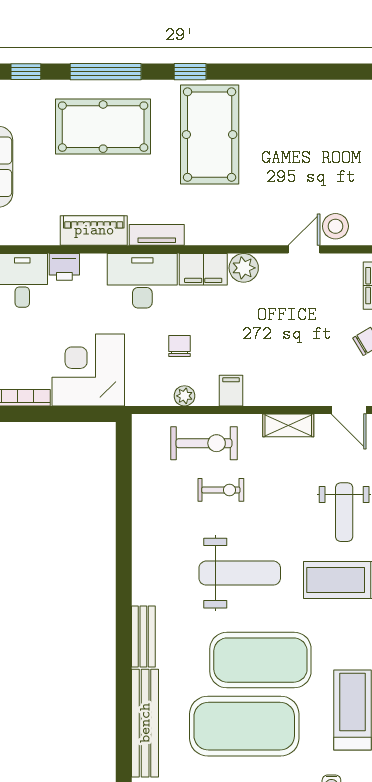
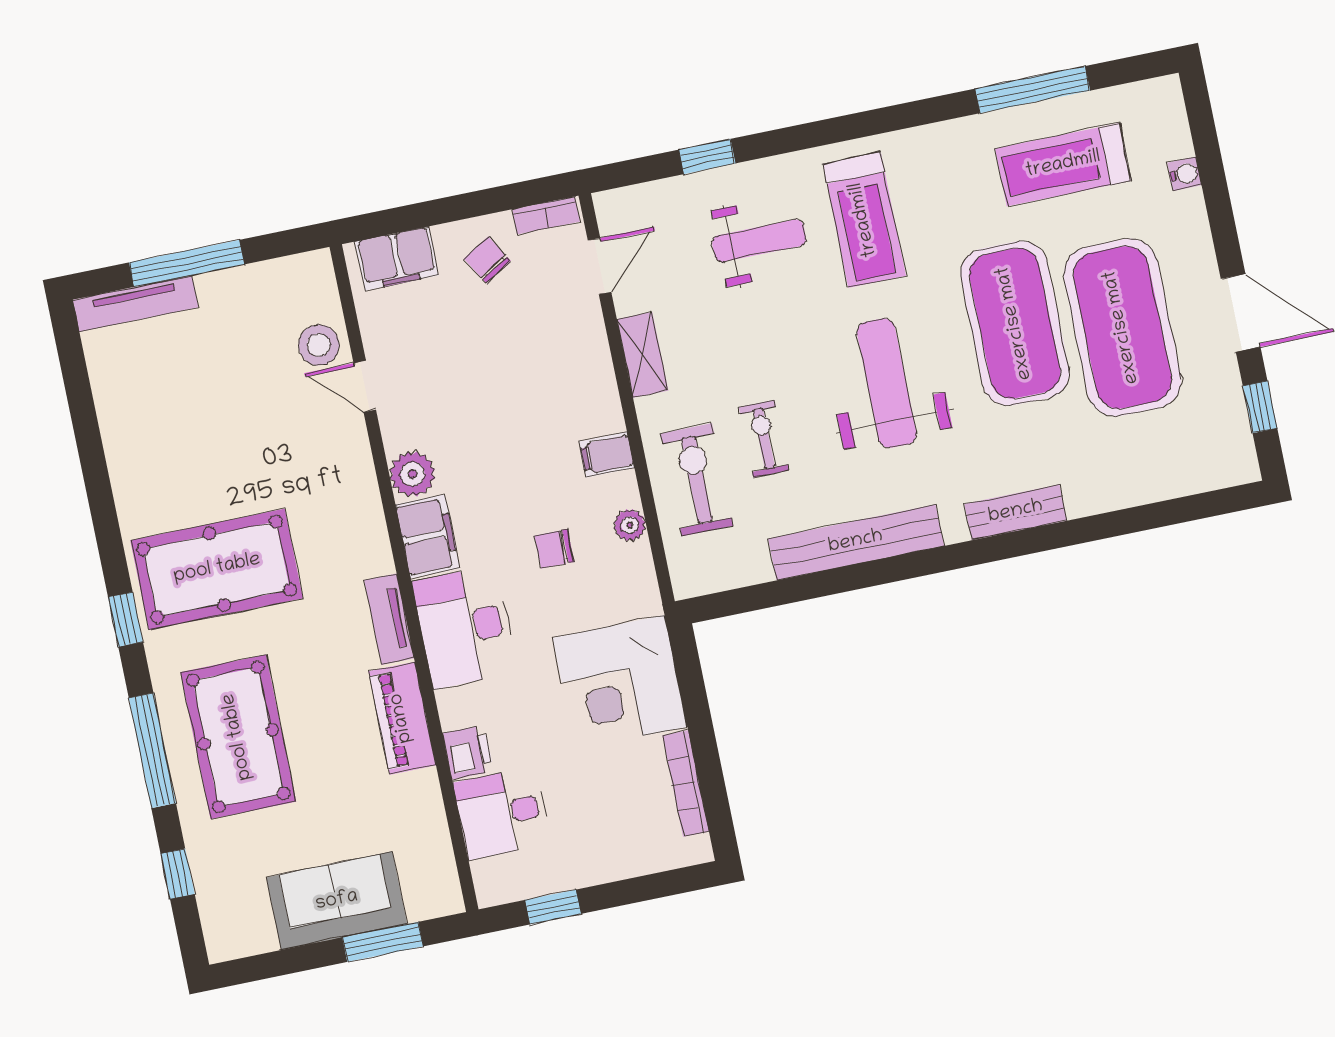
bench: (145, 723) -> (856, 542), moved

